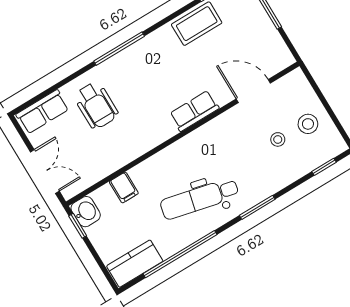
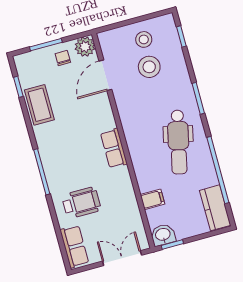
chair: (259, 35) -> (63, 58), added
plant: (280, 58) -> (85, 47), added
row of seats: (194, 111) -> (114, 148), moved
stool: (278, 139) -> (149, 67), width x1.89, depth x1.89

